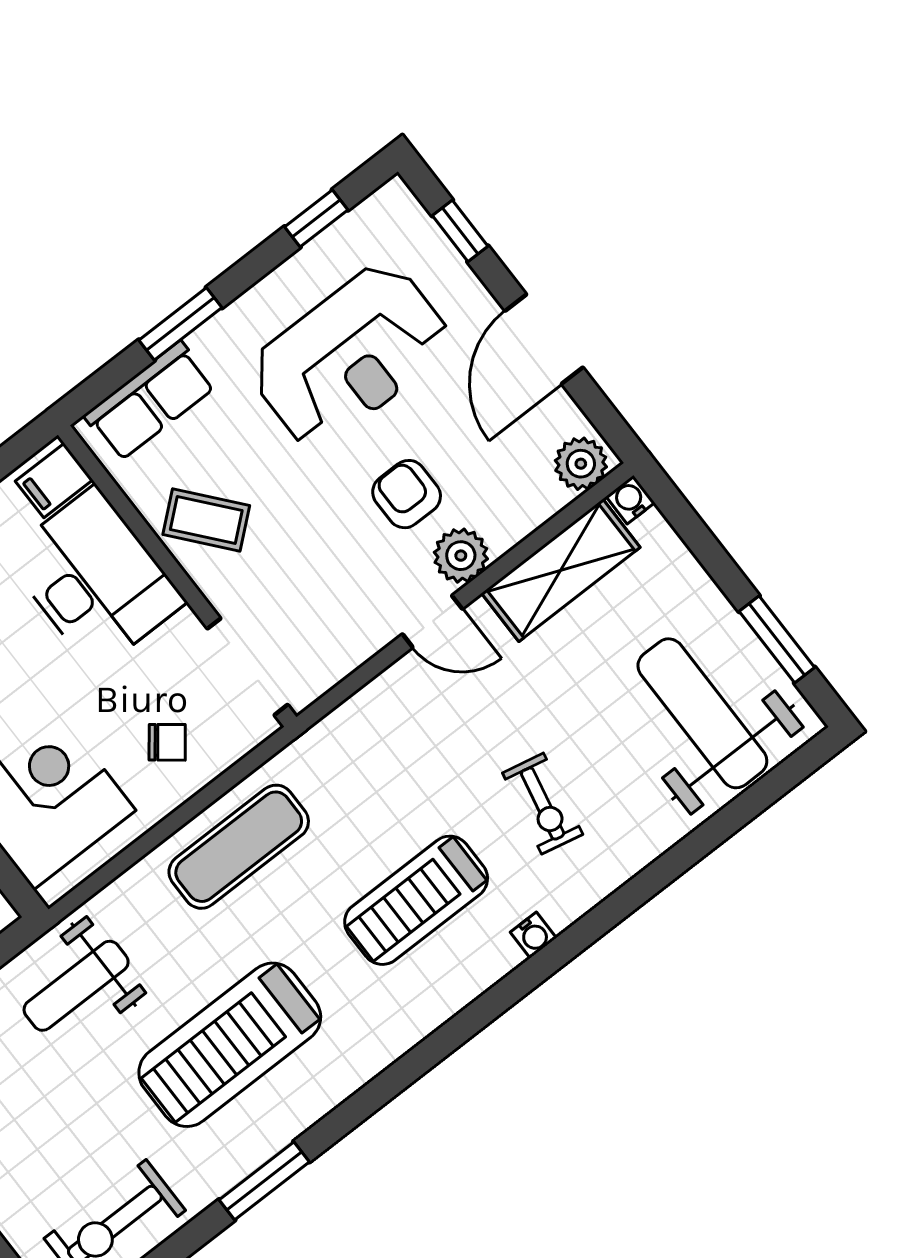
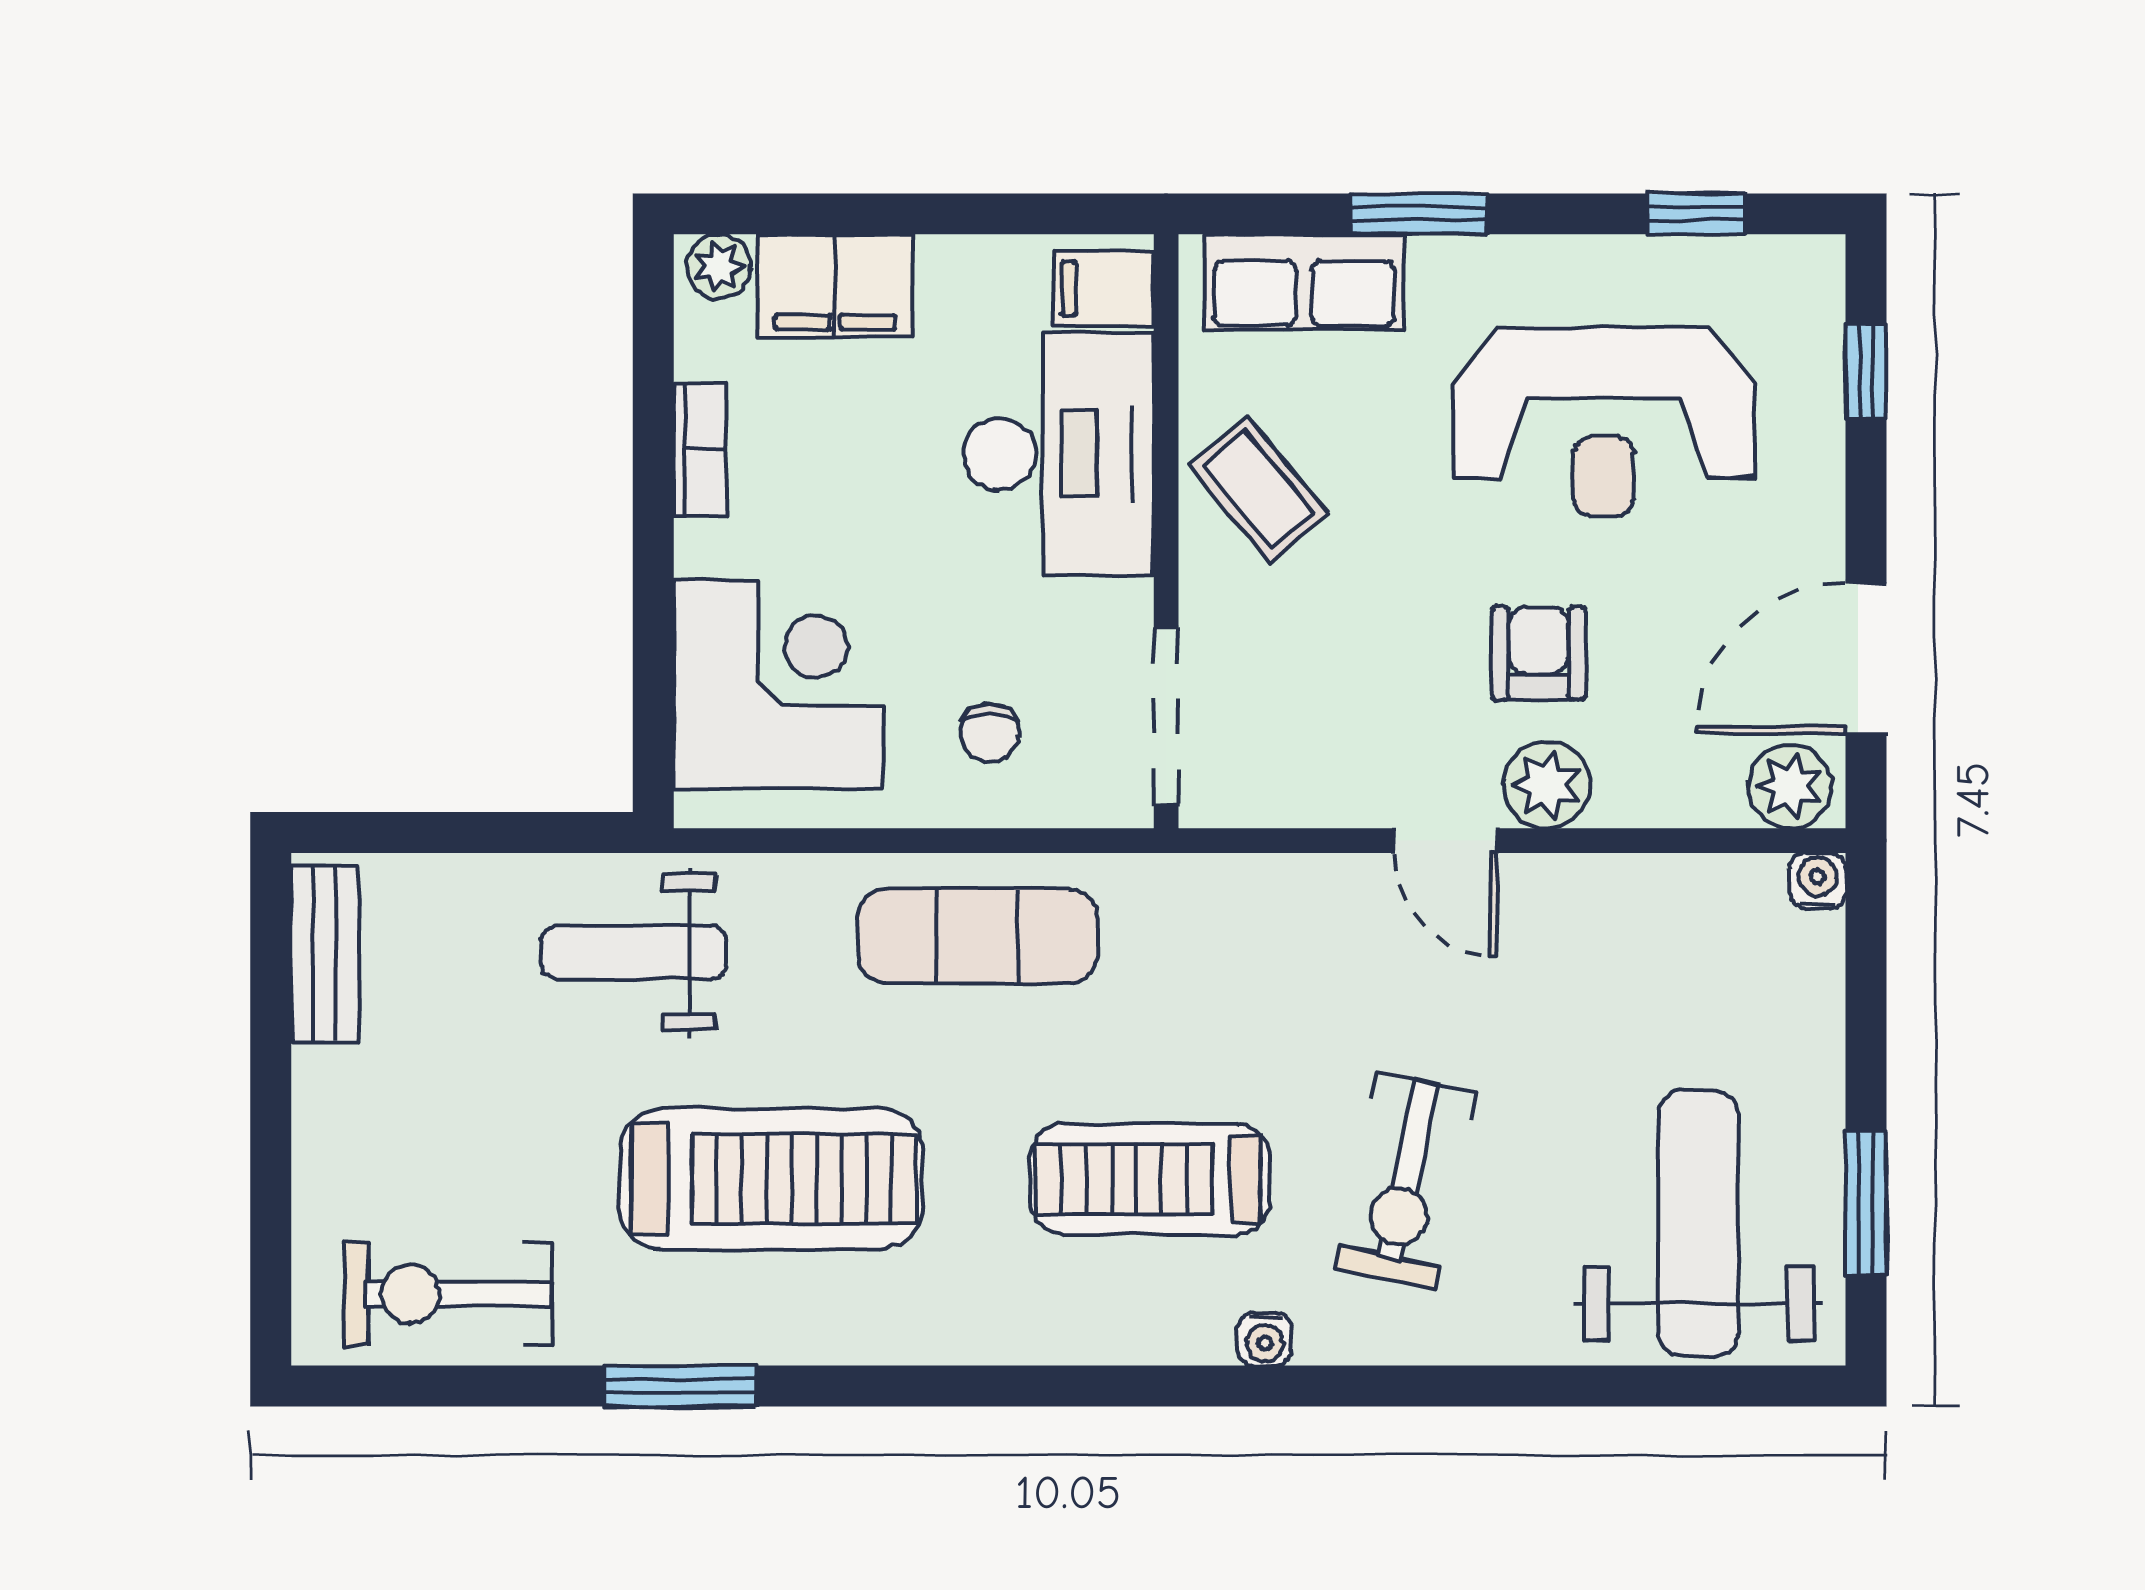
door: (544, 339) -> (1866, 658), moved
shelving: (561, 570) -> (1659, 902), removed
chair: (167, 742) -> (989, 733), turned 52
exercise bike: (543, 804) -> (1406, 1181), width x1.38, depth x1.39
treadmill: (230, 1045) -> (771, 1179), turned 180

